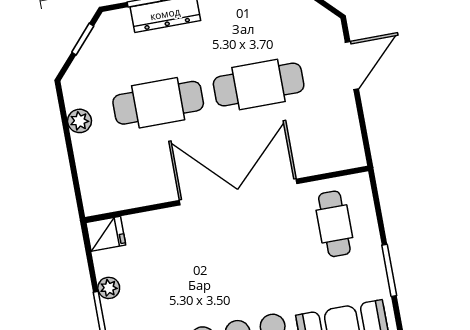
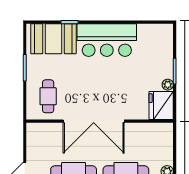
fridge: (106, 234) -> (161, 106), width x1.88, depth x1.34

